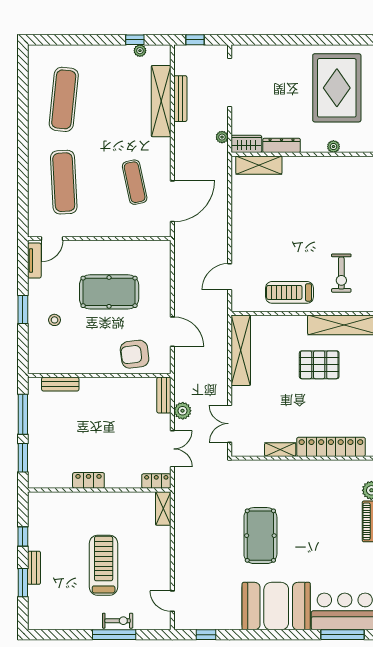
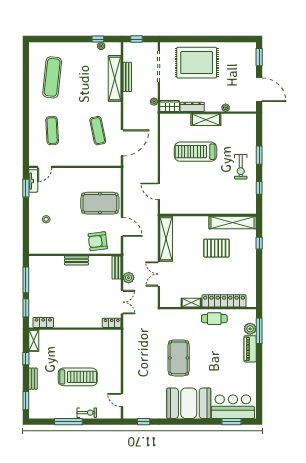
rug: (337, 88) -> (197, 63), moved, turned 90
shelving: (259, 165) -> (206, 120), moved
exercise mat: (64, 182) -> (52, 131), width x0.73, depth x0.69
exercise bike: (341, 273) -> (241, 167), moved
door: (230, 277) -> (159, 191), hinge flipped
pool table: (109, 292) -> (100, 203), moved
treadmill: (289, 292) -> (195, 152), moved, width x1.37, depth x1.38
window: (23, 309) -> (26, 188), moved
bench: (60, 384) -> (76, 260), moved
double door: (230, 424) -> (159, 274), moved
cafe table: (316, 474) -> (214, 319), added
locker: (88, 480) -> (43, 322), moved
shelving: (163, 508) -> (34, 340), moved
treadmill: (104, 565) -> (78, 377), turned 90
window: (23, 583) -> (26, 401), moved
window: (114, 635) -> (68, 422), moved
window: (342, 635) -> (231, 422), width x0.69

